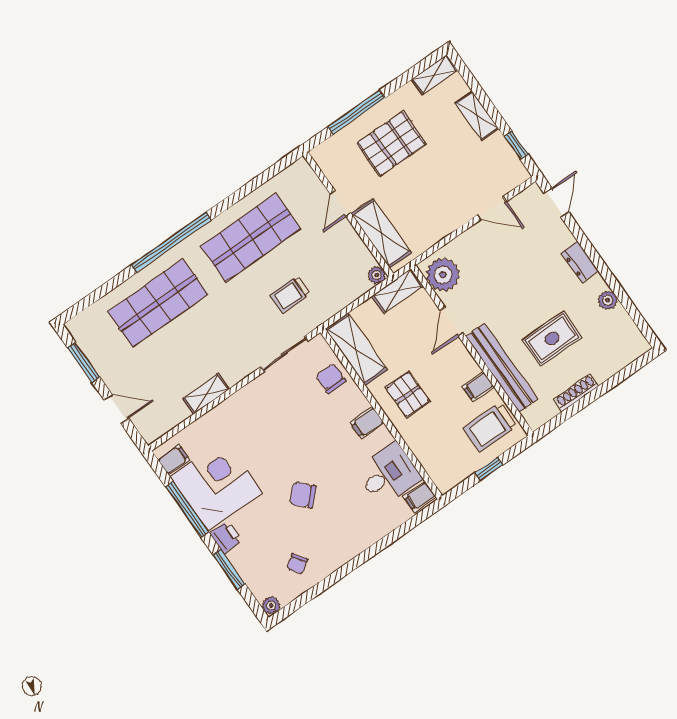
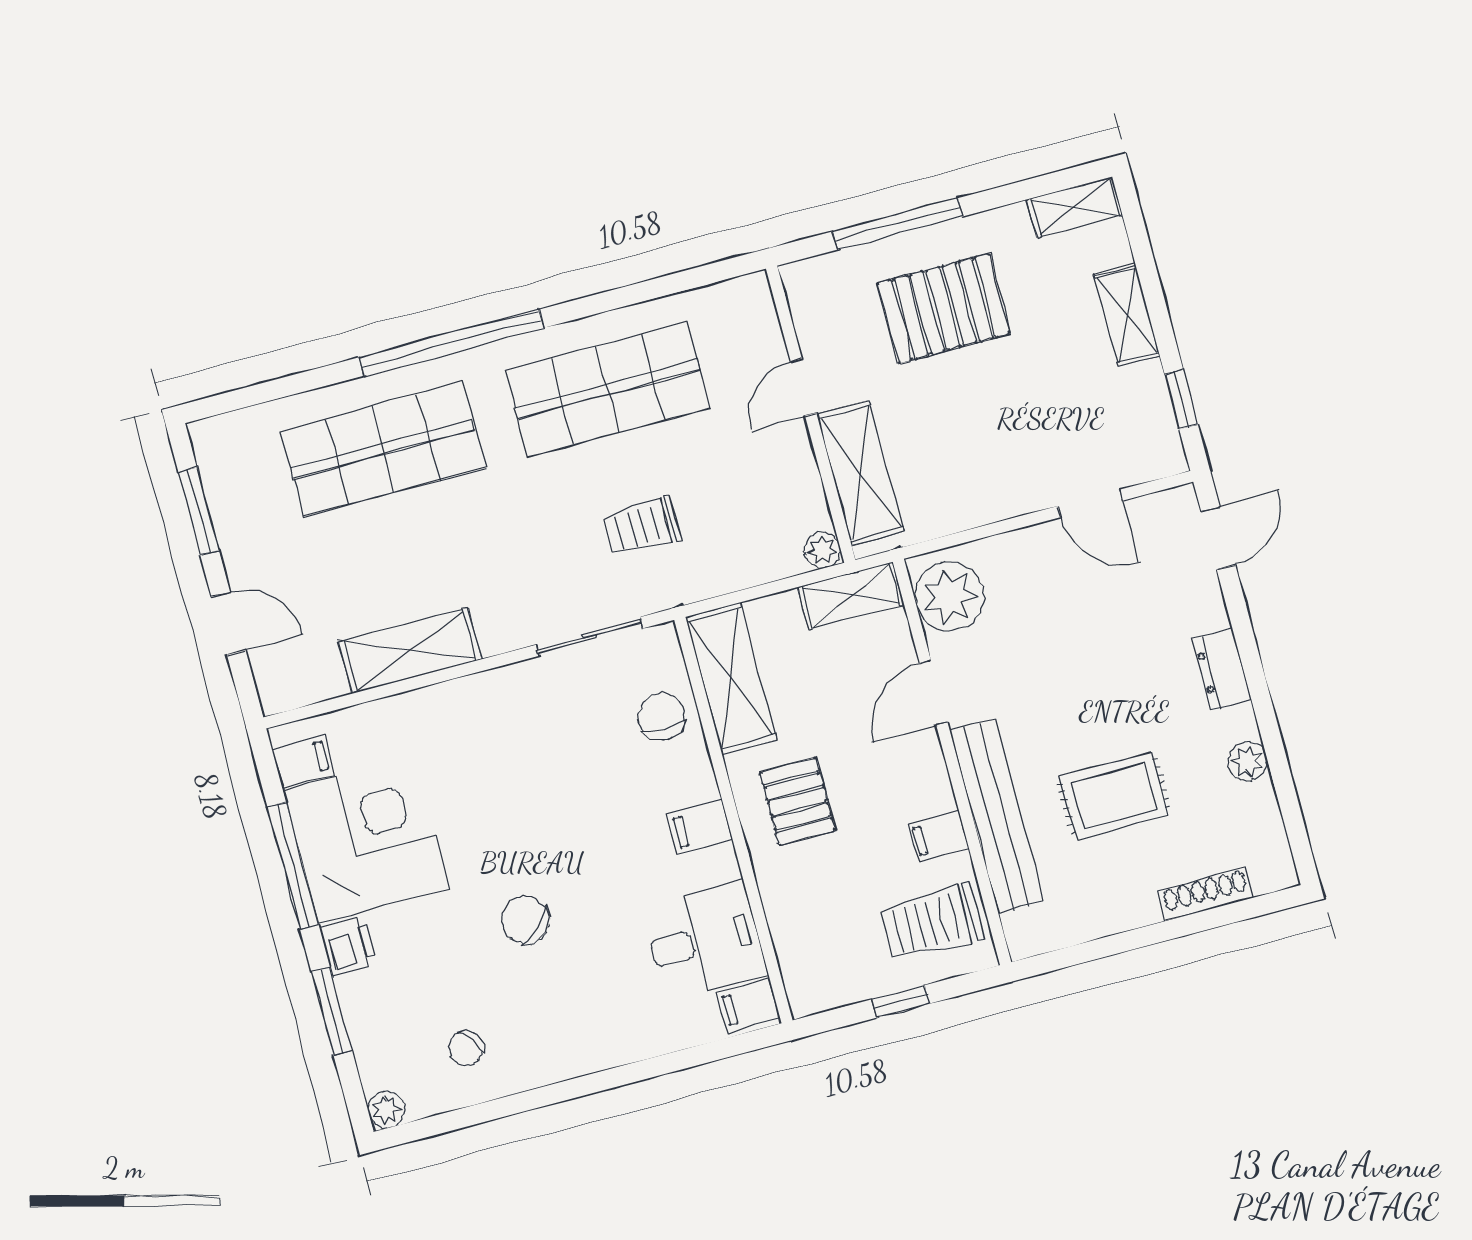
shoe rack: (576, 392) -> (1206, 894), moved
shelving: (206, 394) -> (410, 651), width x1.50, depth x1.33

